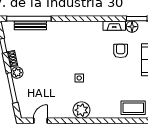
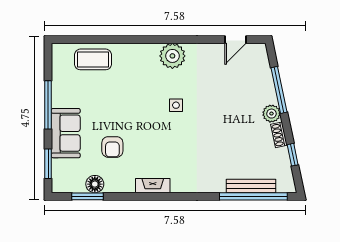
fireplace: (114, 26) -> (153, 186), moved

